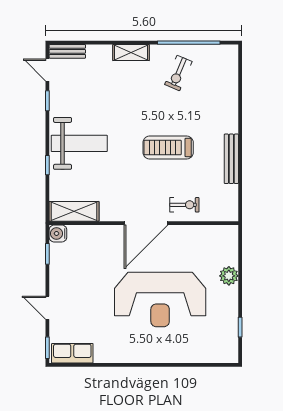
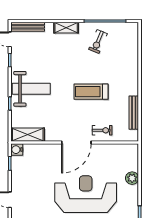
bench: (67, 51) -> (28, 27), width x1.36
bench: (231, 159) -> (134, 113), moved
reception desk: (160, 299) -> (86, 194), turned 180

